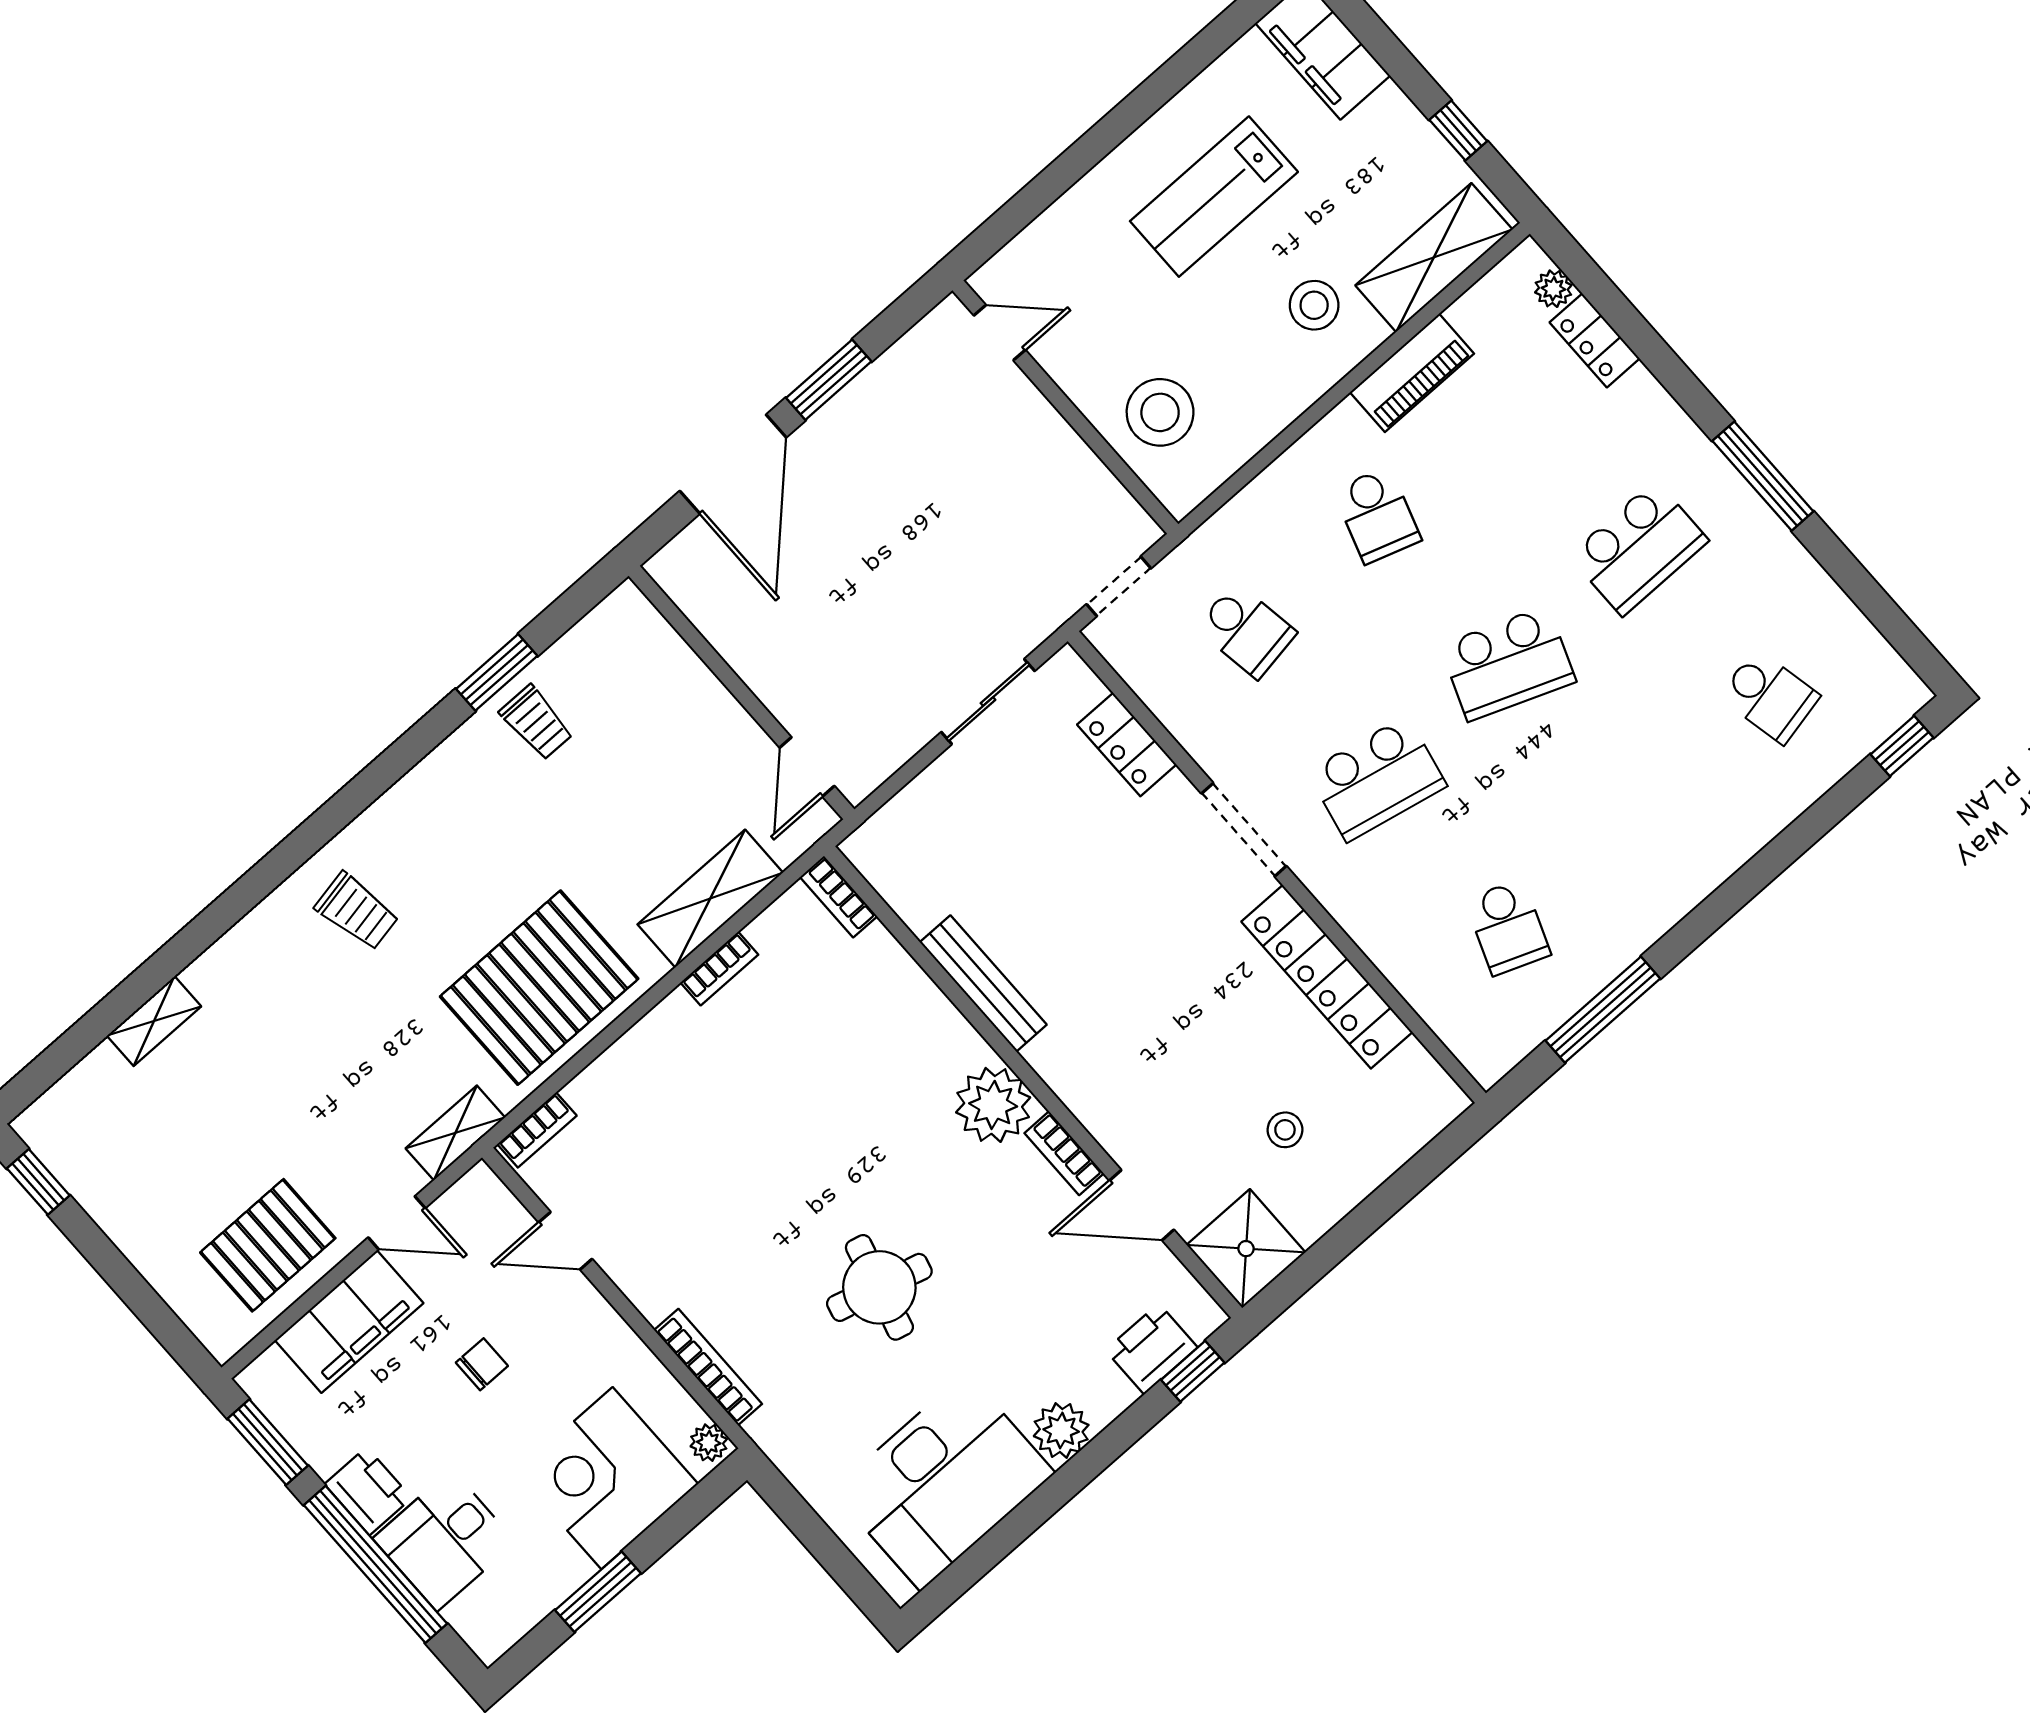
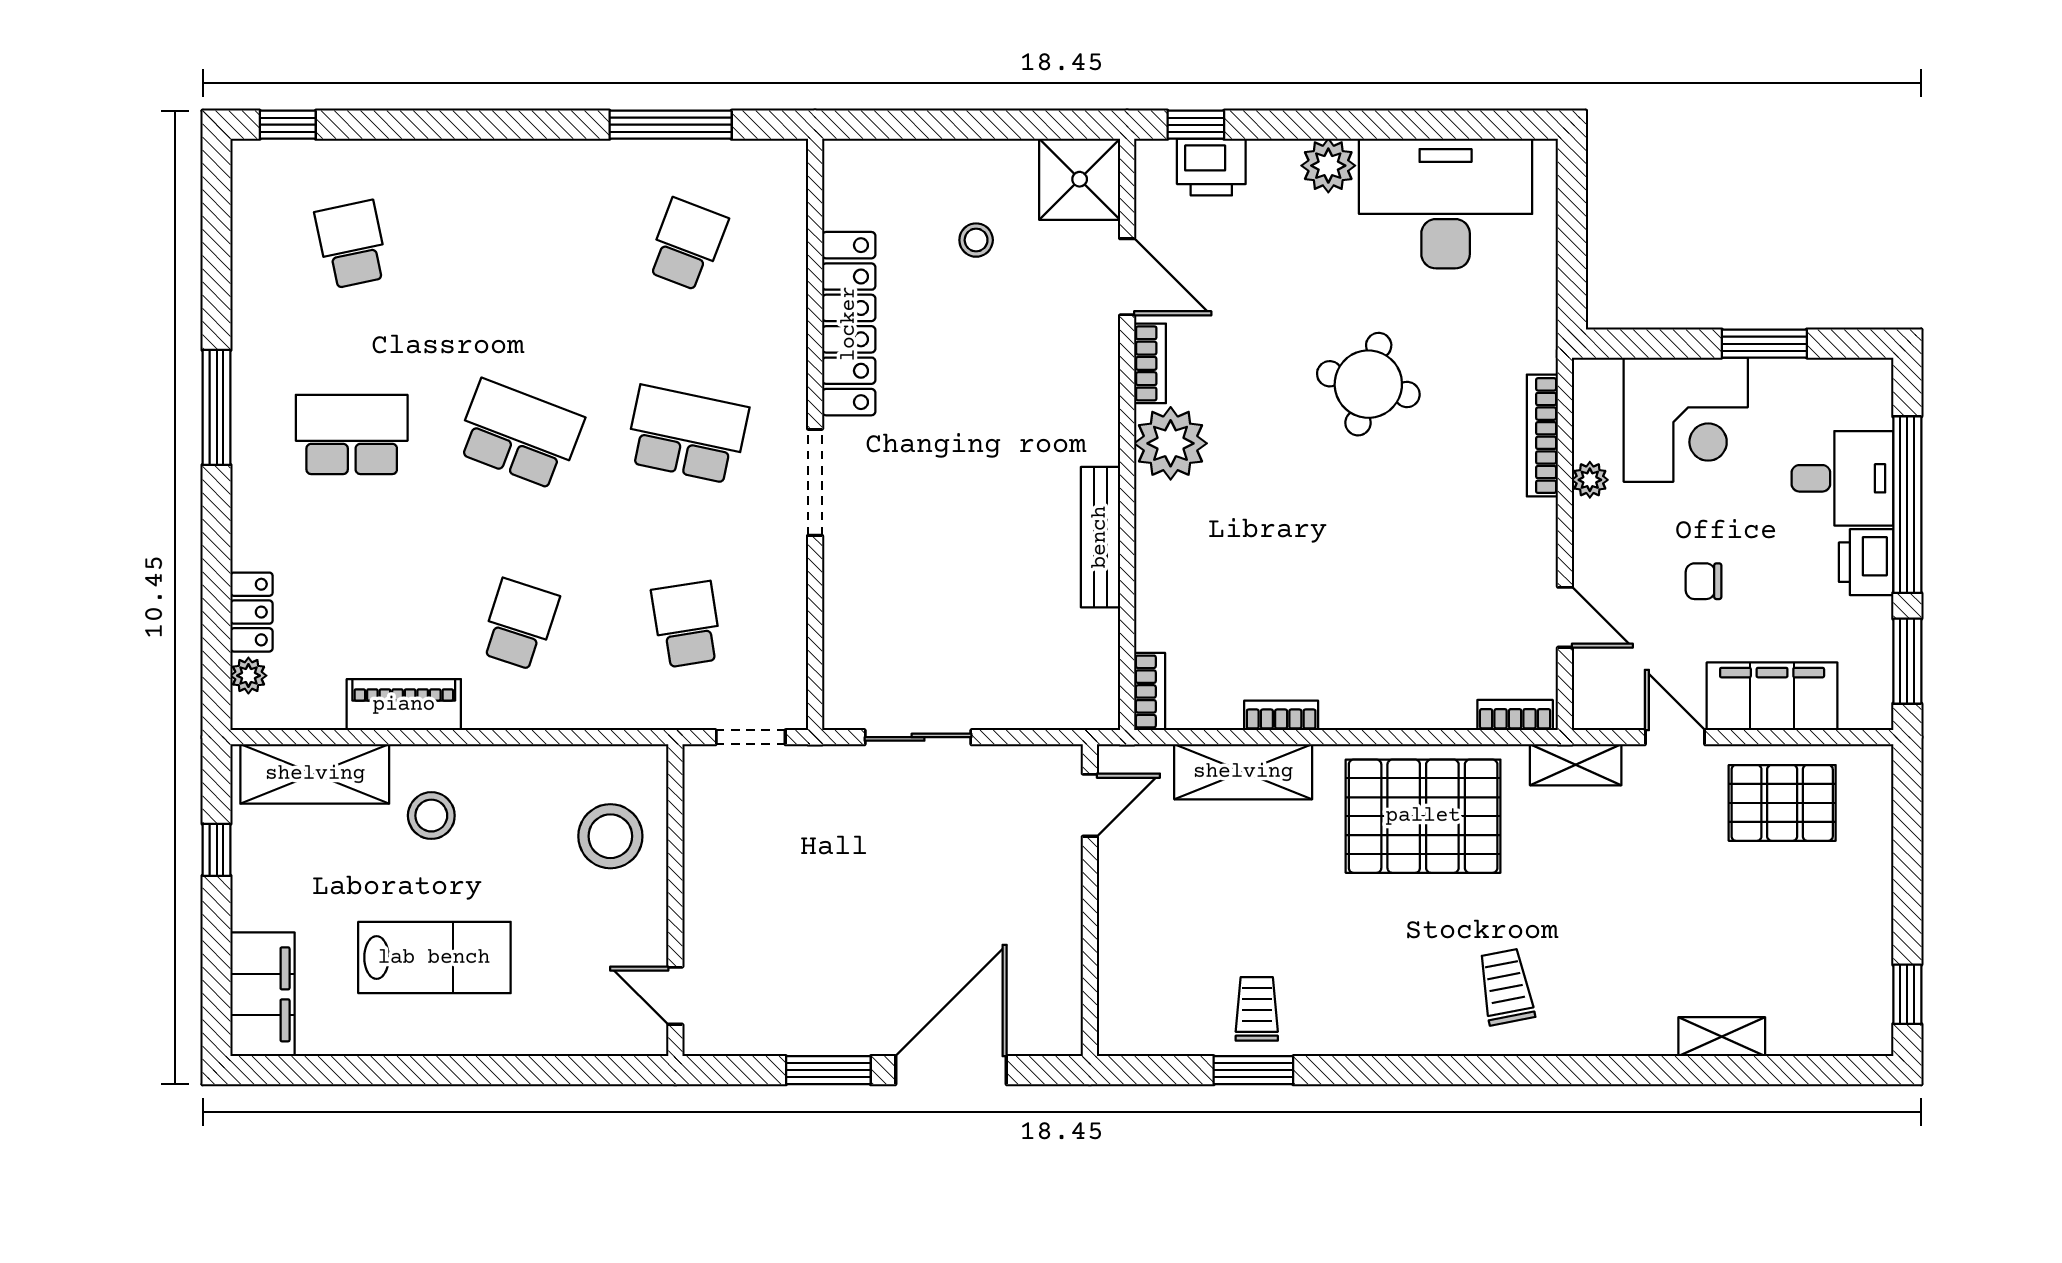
locker: (1127, 744) -> (845, 618), removed
plant: (709, 1443) -> (1590, 480), moved

